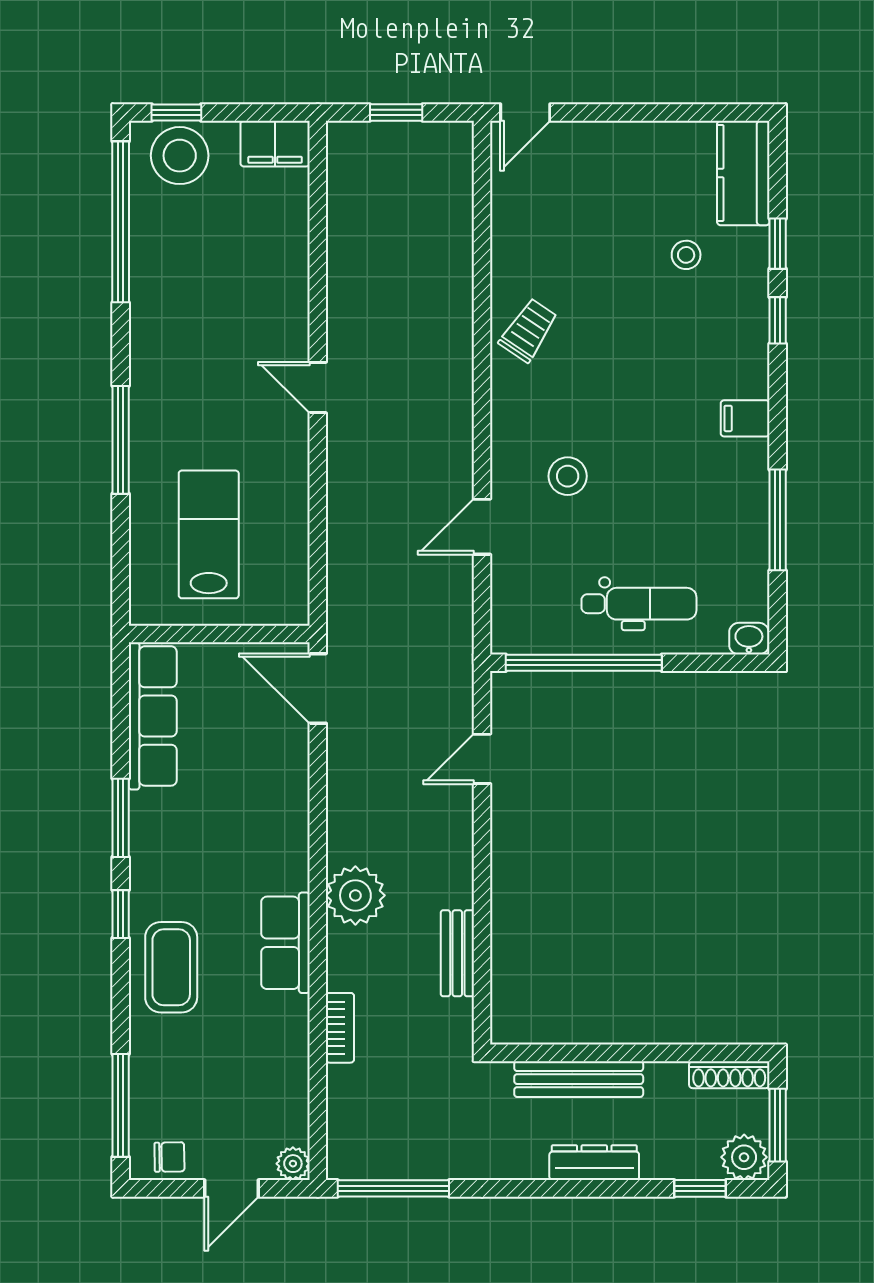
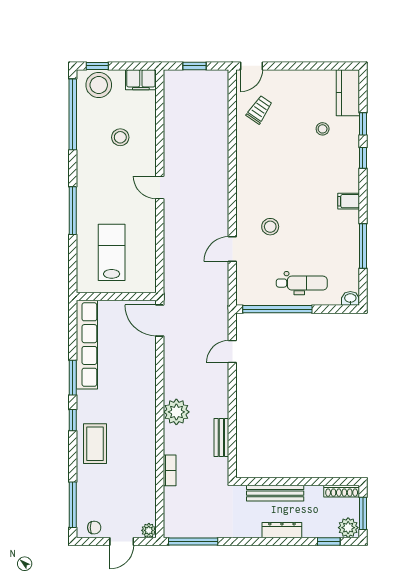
stool: (228, 274) -> (120, 137), added
trolley: (528, 330) -> (259, 110), moved
row of seats: (153, 716) -> (87, 345), width x1.36
row of seats: (285, 943) -> (145, 433), removed

